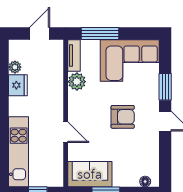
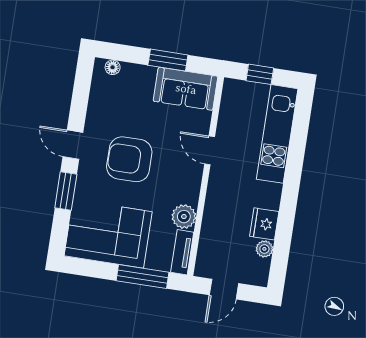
armchair: (123, 117) -> (129, 159), width x1.36, depth x1.36

